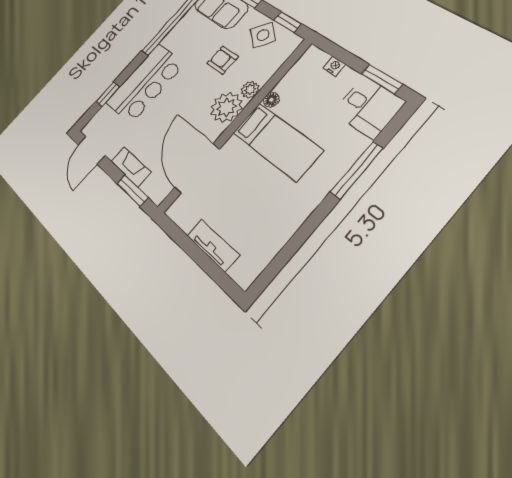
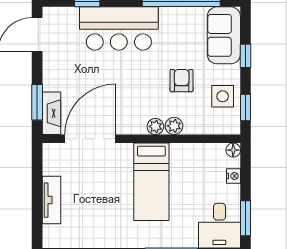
side table: (263, 35) -> (223, 96), turned -38
floor lamp: (271, 100) -> (233, 150), moved
plant: (226, 107) -> (155, 126), width x0.53, depth x0.53
fireplace: (131, 167) -> (51, 113), moved

